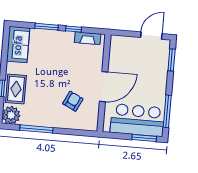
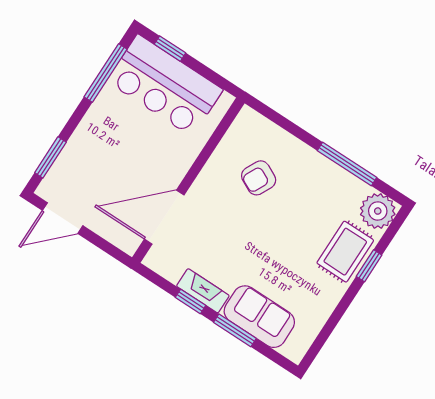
fireplace: (88, 38) -> (203, 291), moved
sofa: (18, 45) -> (259, 317), moved, turned 90
door: (104, 87) -> (164, 217), moved
window: (144, 138) -> (170, 49), width x0.67

